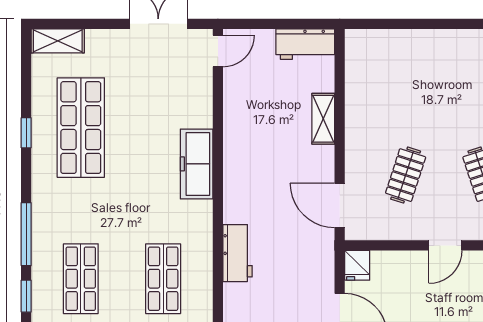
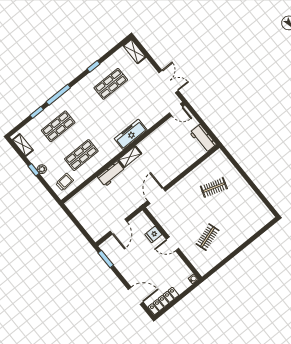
shelving: (323, 119) -> (130, 157), moved
shop shelf: (81, 128) -> (111, 84), width x0.70, depth x0.74
clothes rail: (406, 175) -> (214, 187), moved
fridge: (357, 265) -> (153, 234), moved

